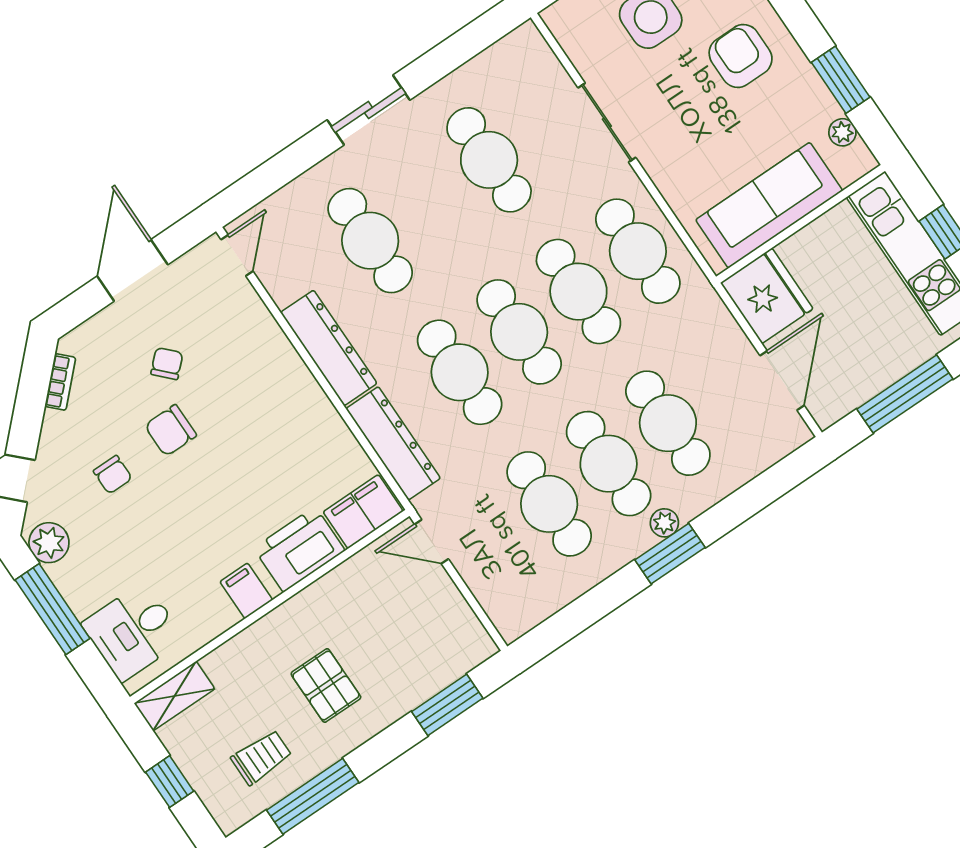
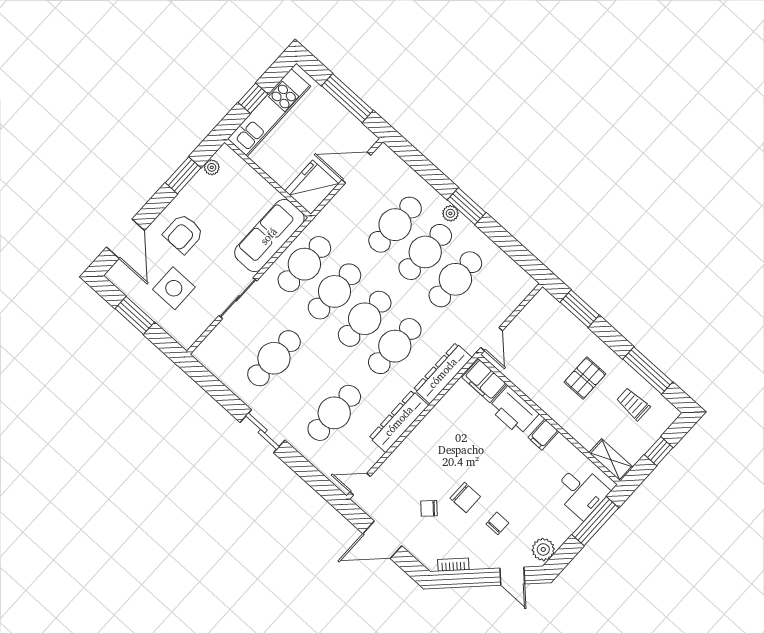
sofa: (769, 205) -> (269, 236), moved, turned 90
window: (52, 609) -> (595, 521), moved

